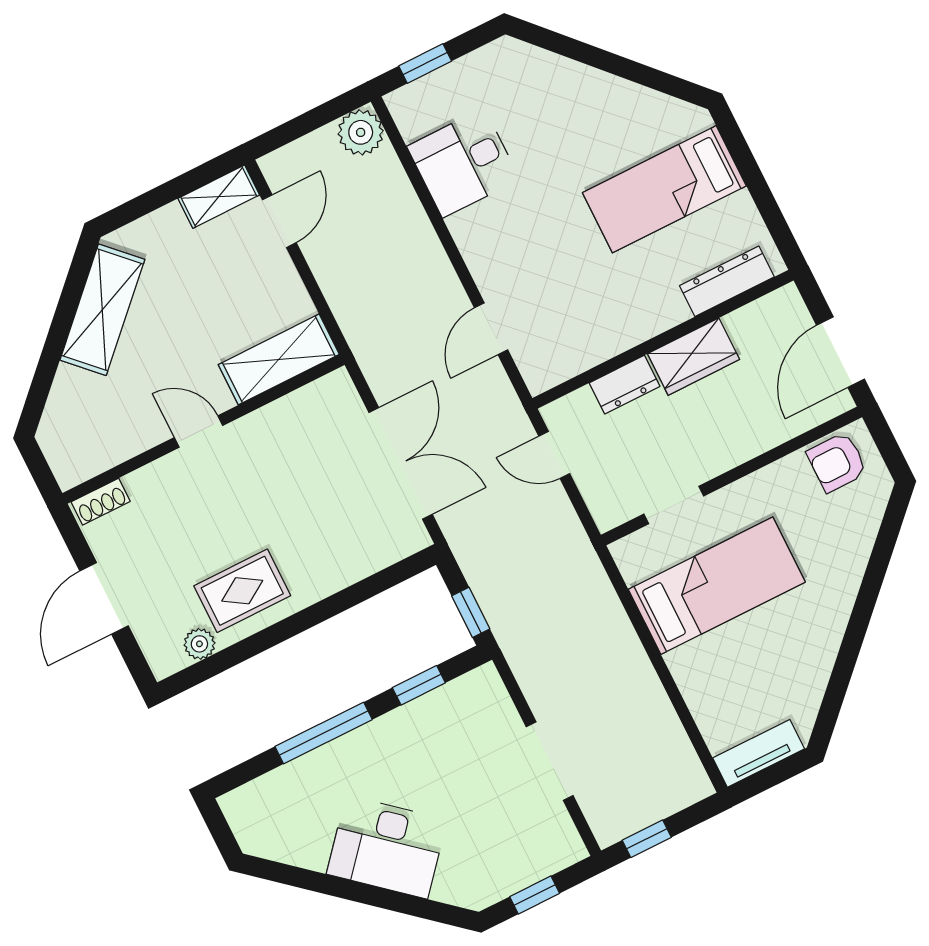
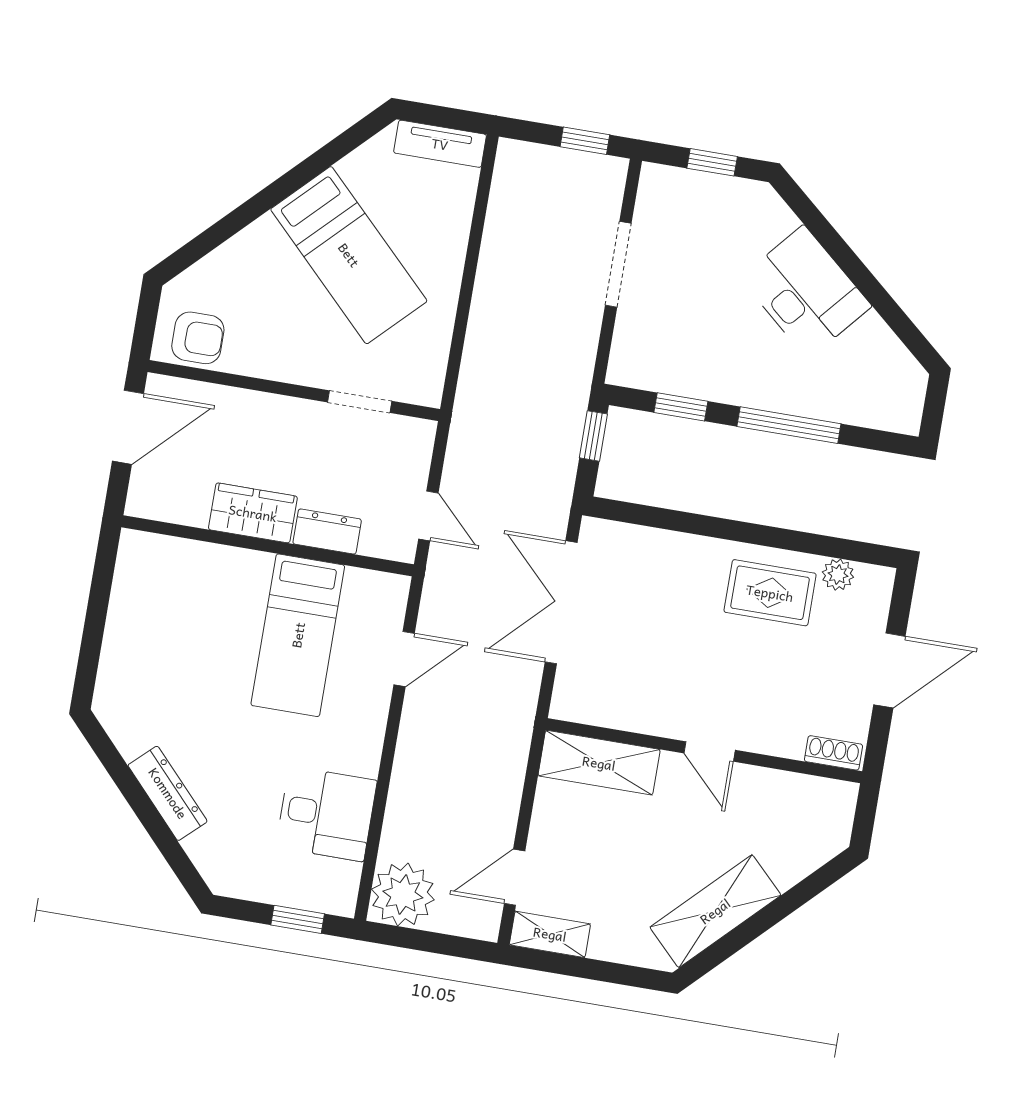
plant: (361, 132) -> (403, 895), width x1.36, depth x1.36
bed: (664, 189) -> (298, 635), moved, turned 90
dresser: (727, 281) -> (168, 793), moved, turned -133
bed: (717, 586) -> (349, 255), moved, turned -135

